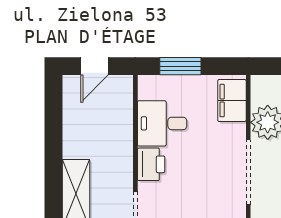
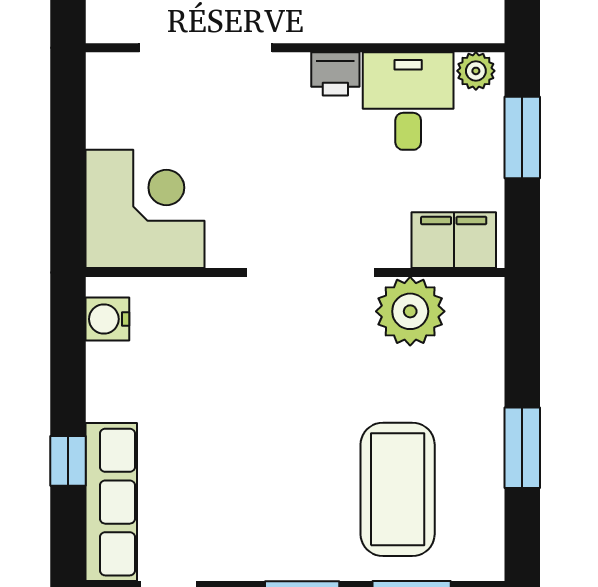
plant: (147, 89) -> (476, 71), added
printer: (151, 164) -> (335, 74), width x0.73, depth x0.81

